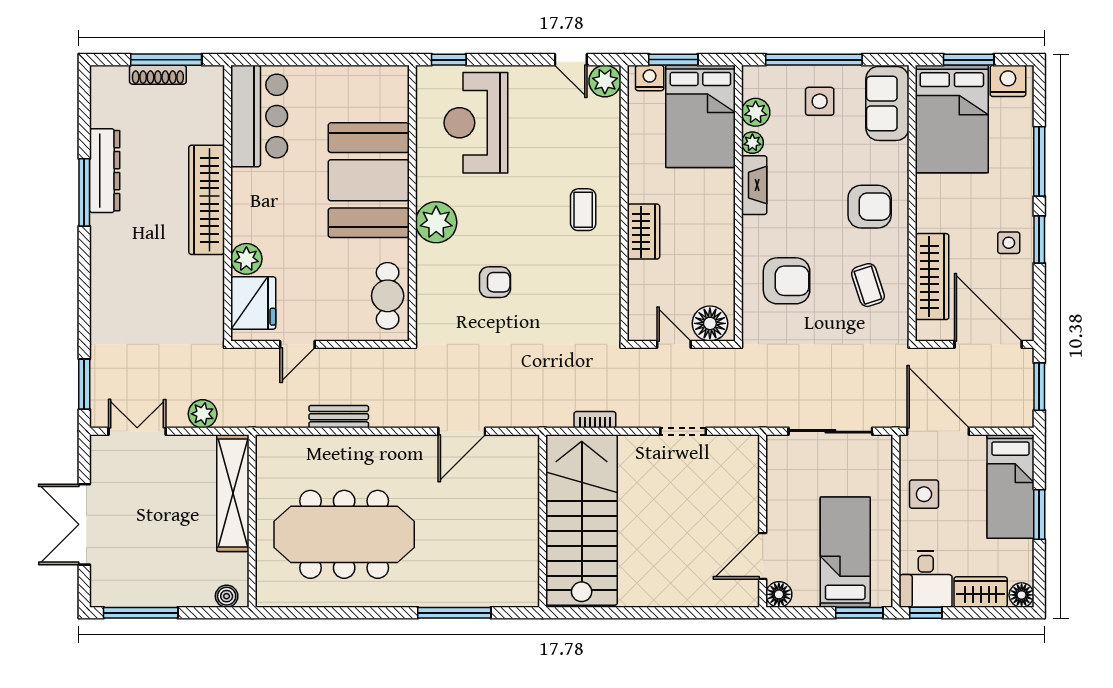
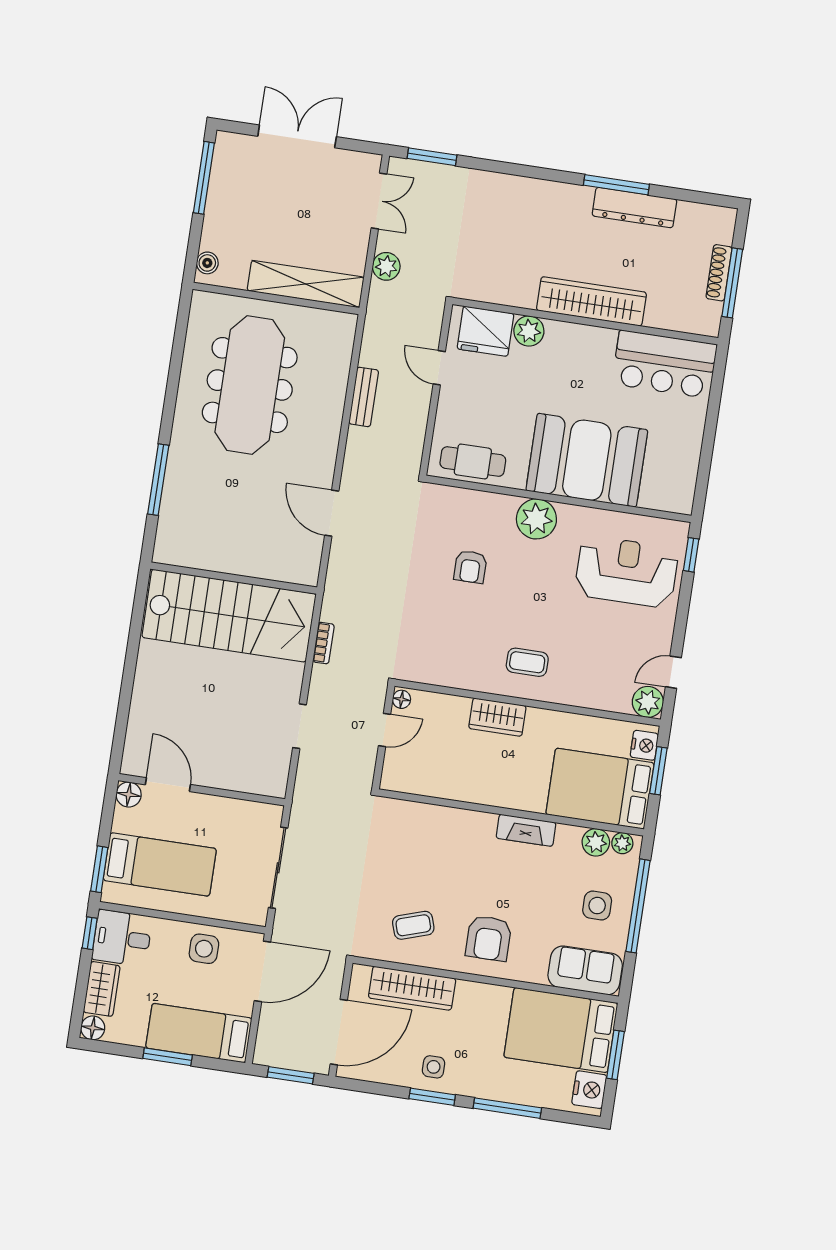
plant: (752, 143) -> (622, 843), moved
armchair: (787, 281) -> (429, 848), removed
floor lamp: (710, 323) -> (402, 699), moved, width x0.53, depth x0.53

